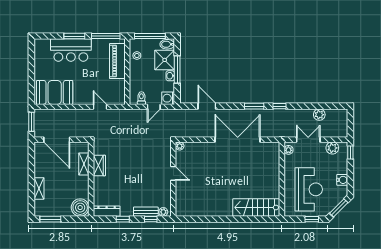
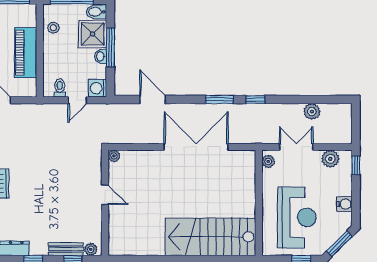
piano: (117, 61) -> (26, 53), moved
stairs: (256, 207) -> (210, 237), width x1.36, depth x1.51

